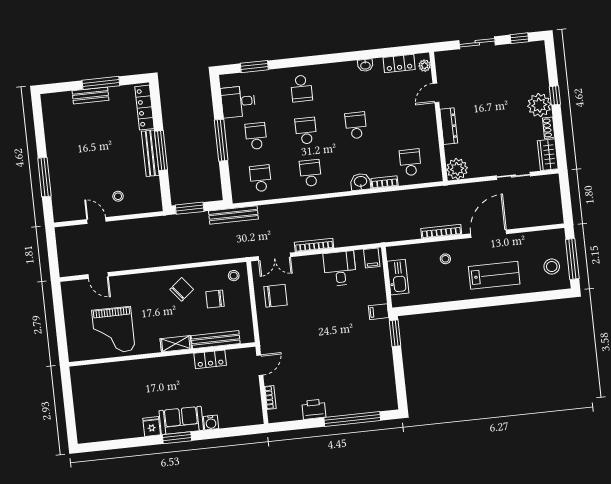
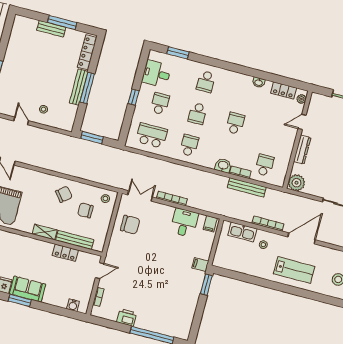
school desk: (306, 131) -> (198, 113), turned 180
window: (221, 140) -> (134, 97), width x0.46
school desk: (260, 178) -> (152, 136), width x1.85
bench: (233, 215) -> (247, 187), moved
double door: (274, 257) -> (140, 196), swing flipped
kitchen sink: (398, 277) -> (242, 232), moved, turned 90
water cooler: (211, 423) -> (73, 305), moved

